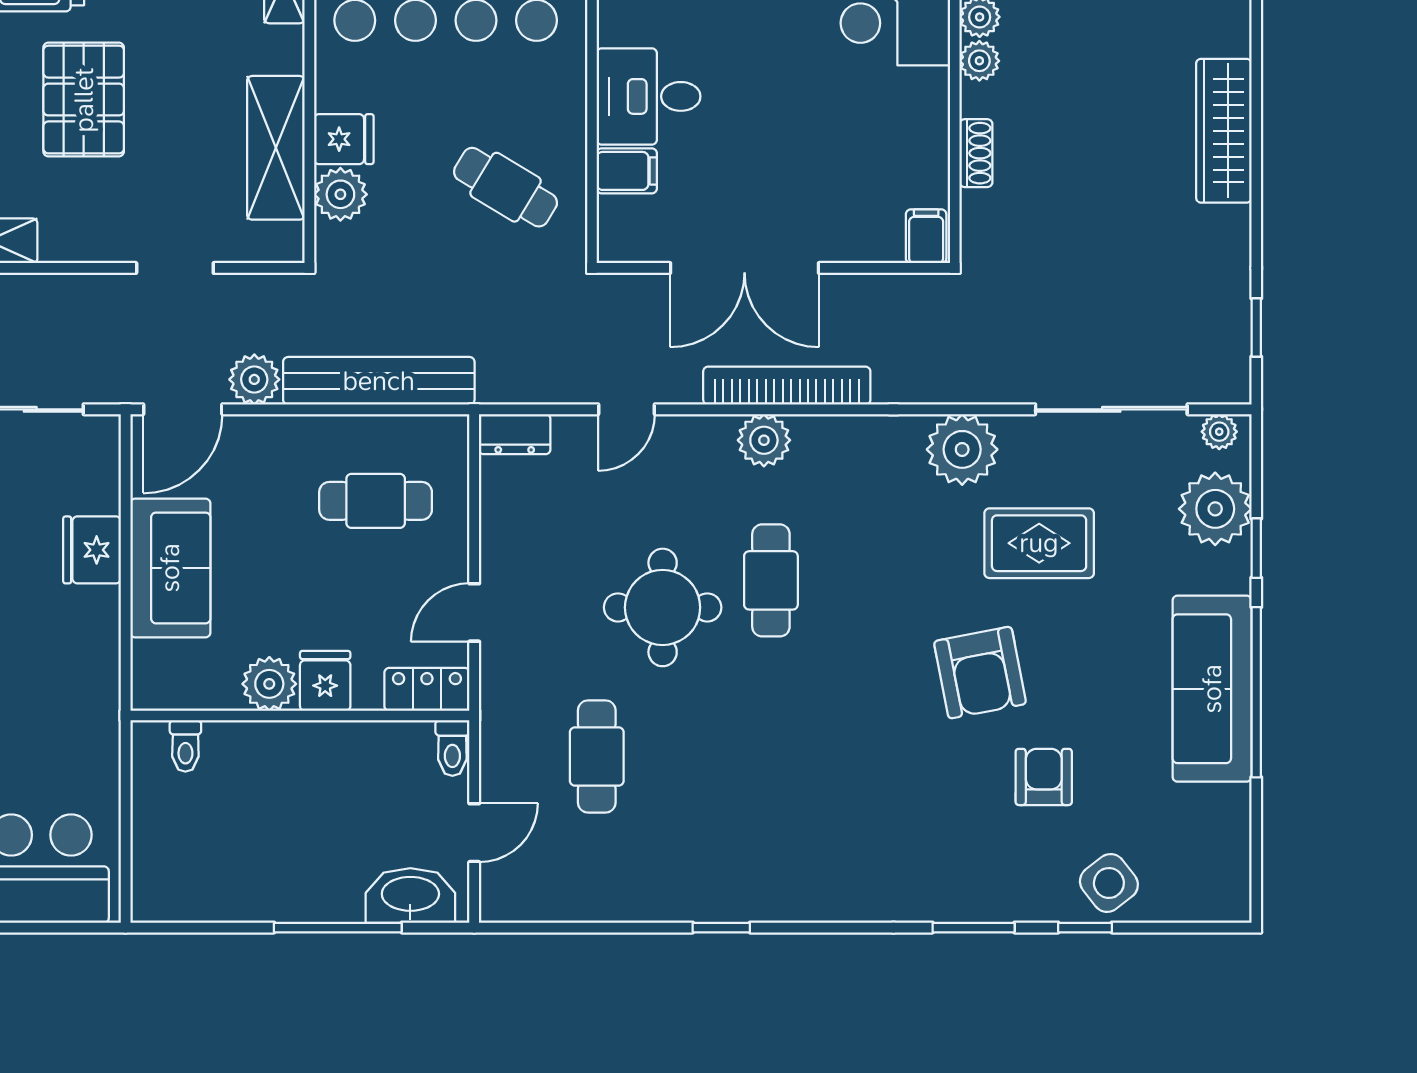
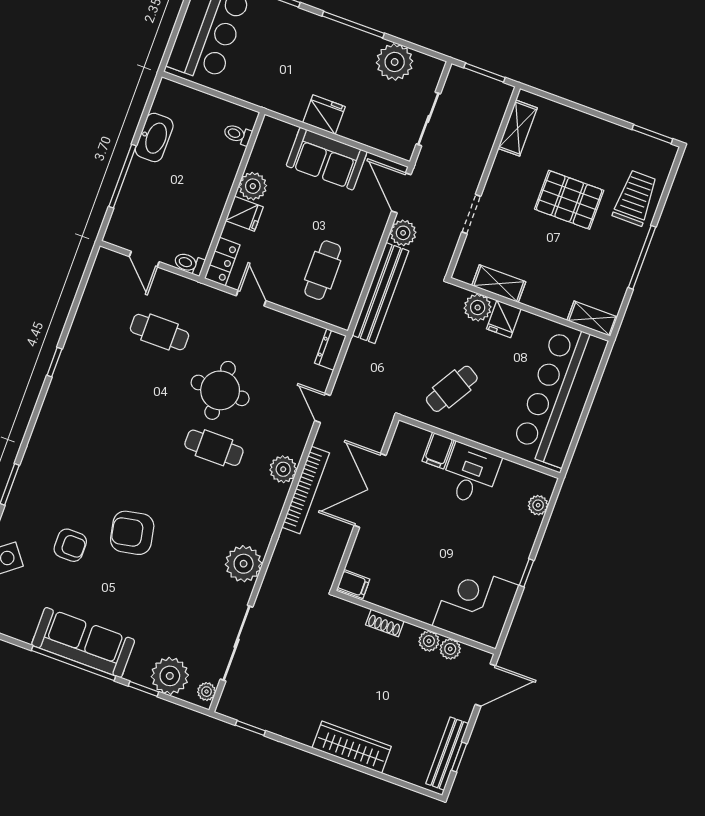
shelving: (276, 148) -> (499, 284), width x0.67, depth x0.75
rug: (1039, 543) -> (184, 584), removed
fridge: (92, 550) -> (324, 115), moved
washbasin: (410, 896) -> (154, 137), moved

